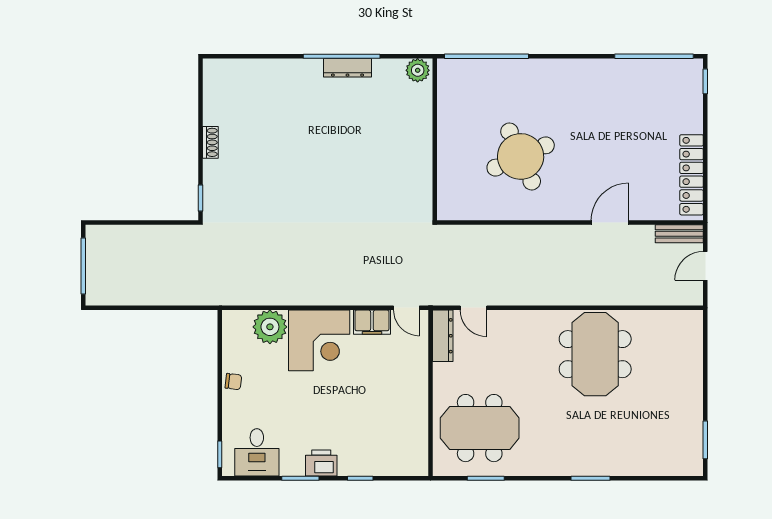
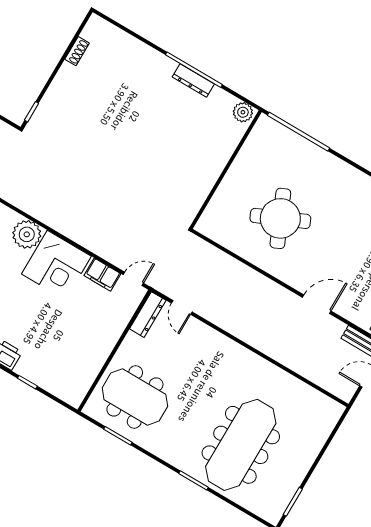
shoe rack: (210, 142) -> (77, 51), moved
door: (406, 308) -> (133, 279), swing flipped
meeting table: (595, 354) -> (241, 445), moved, width x1.36

